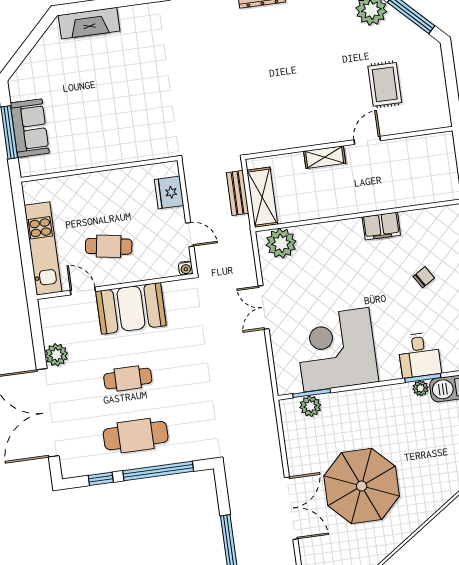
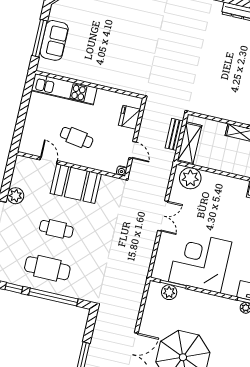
kitchen unit: (43, 248) -> (64, 89), moved, turned 90
double door: (264, 307) -> (163, 216), swing flipped

